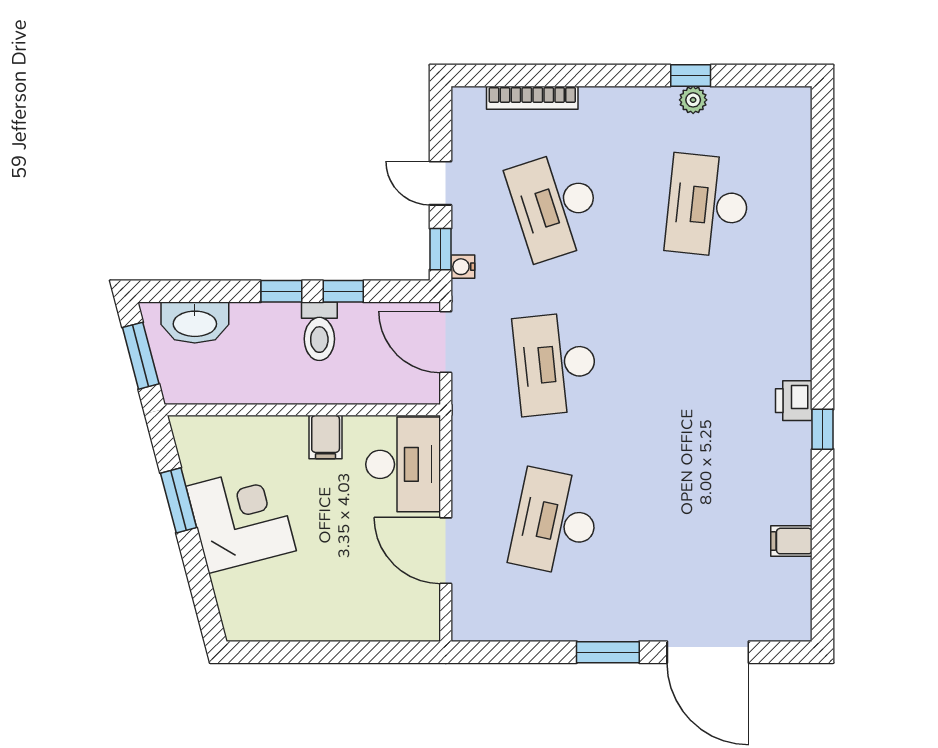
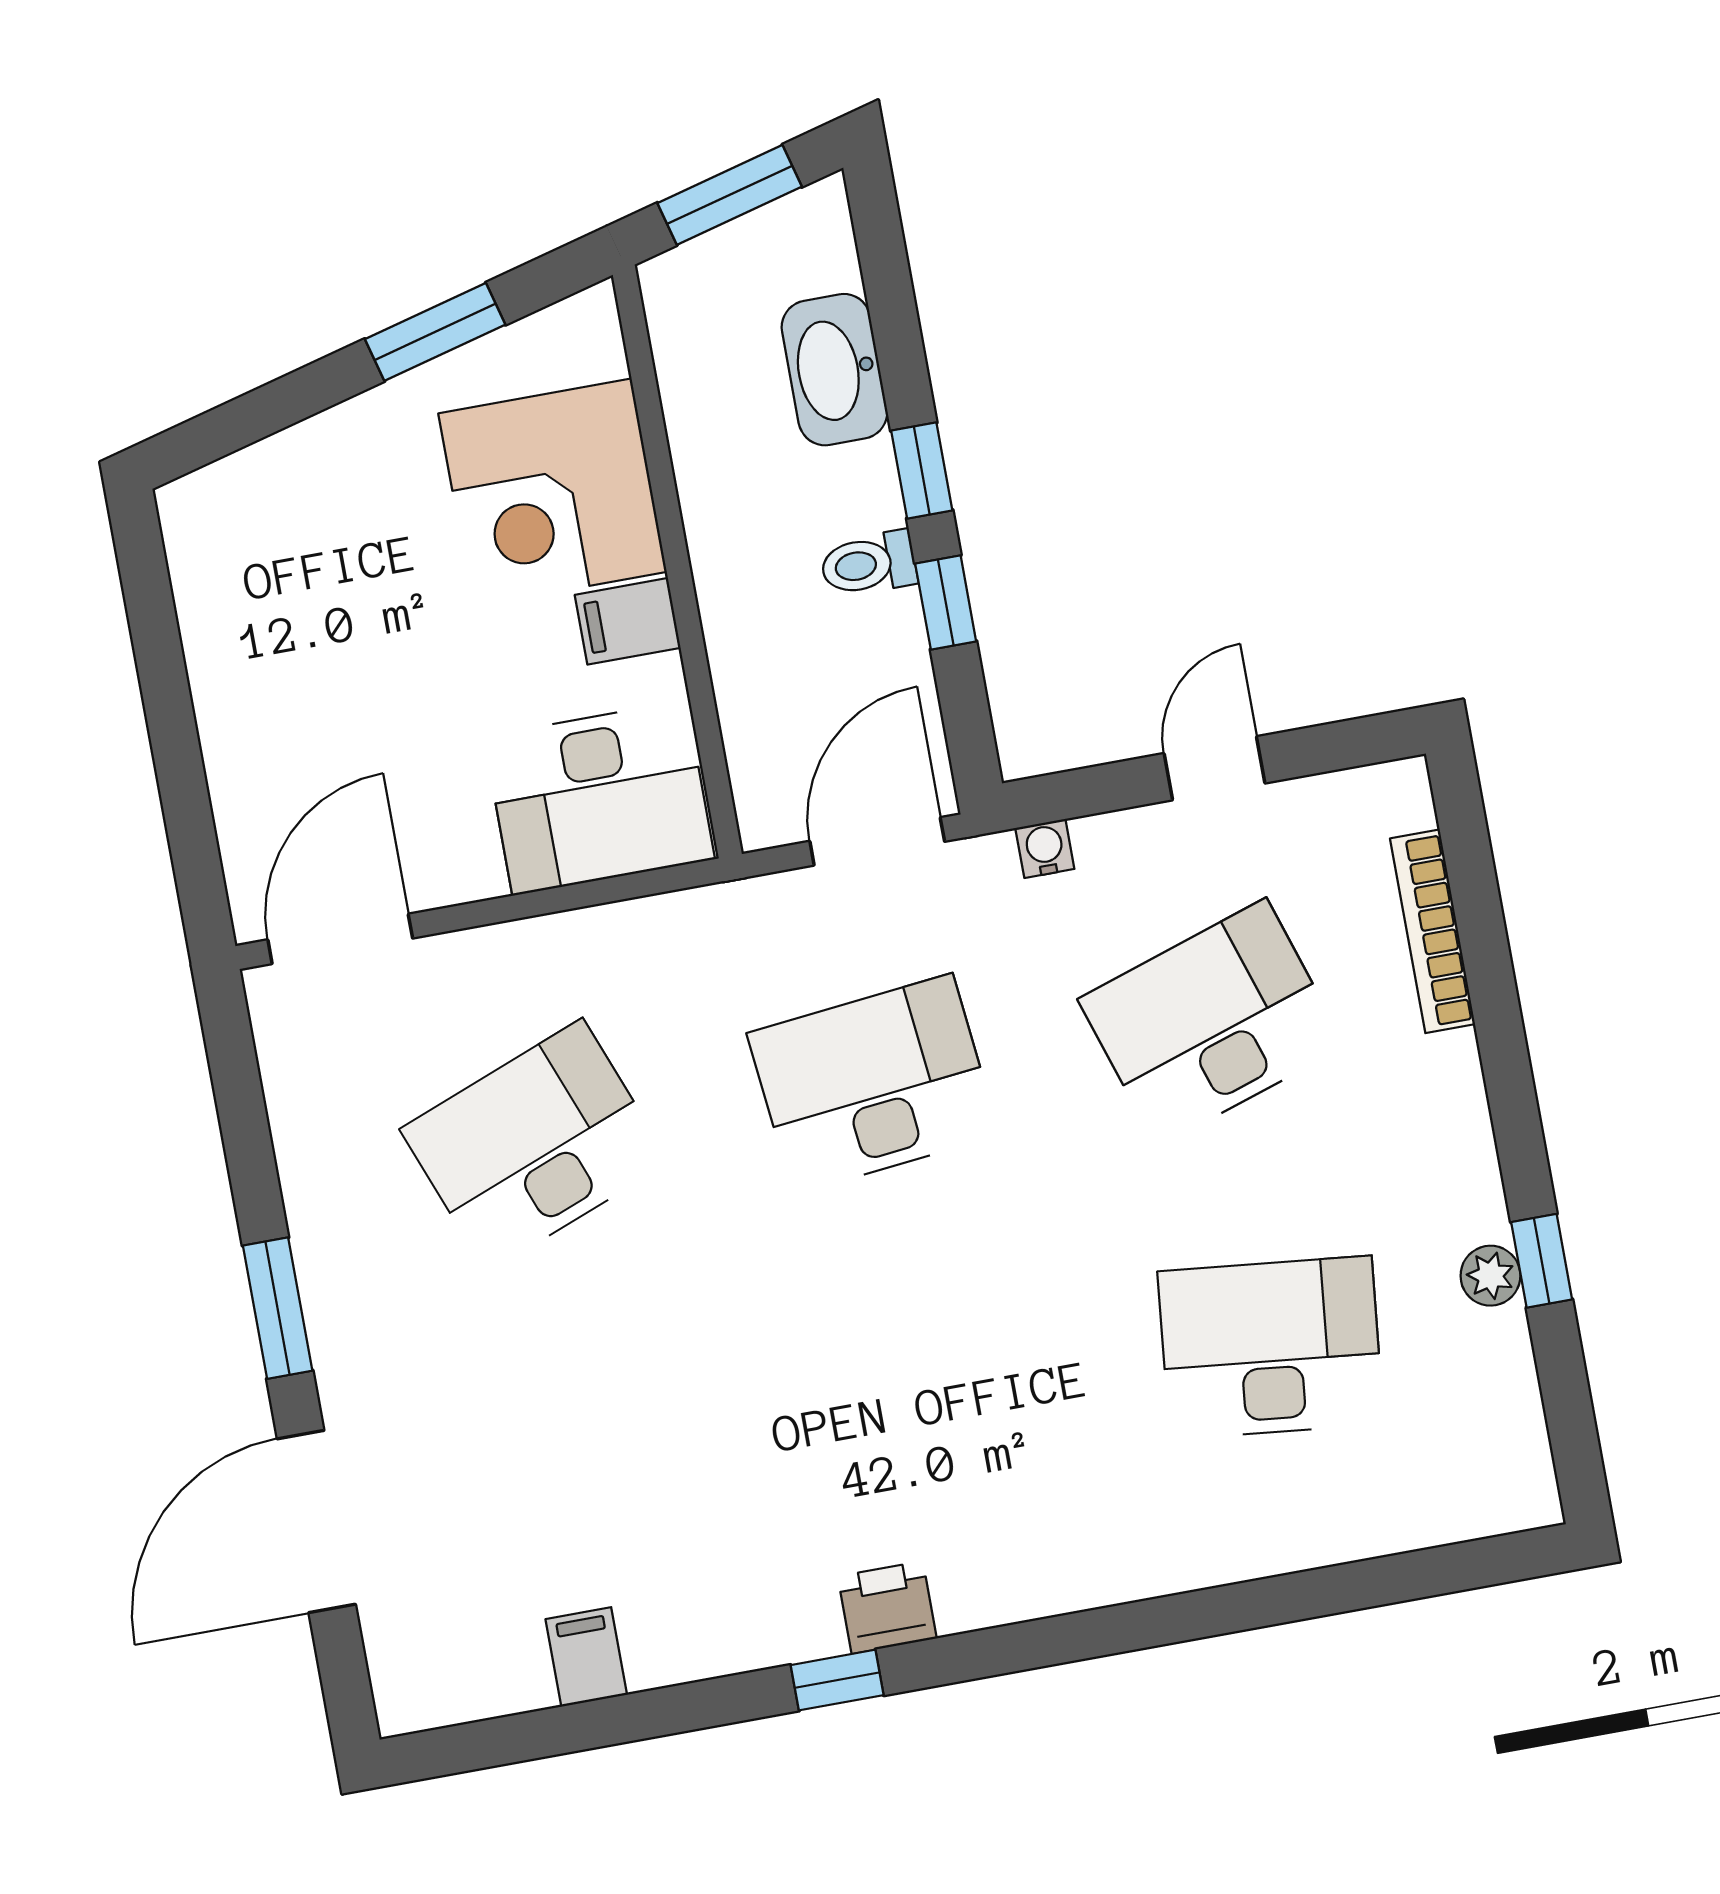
window: (440, 249) -> (1074, 794), removed
washbasin: (195, 323) -> (834, 370), moved
toilet: (319, 331) -> (869, 564), width x0.73, depth x0.72
corner desk: (241, 518) -> (553, 493), moved, turned 105
desk: (555, 522) -> (535, 1145), turned -33
door: (446, 551) -> (340, 939), moved

